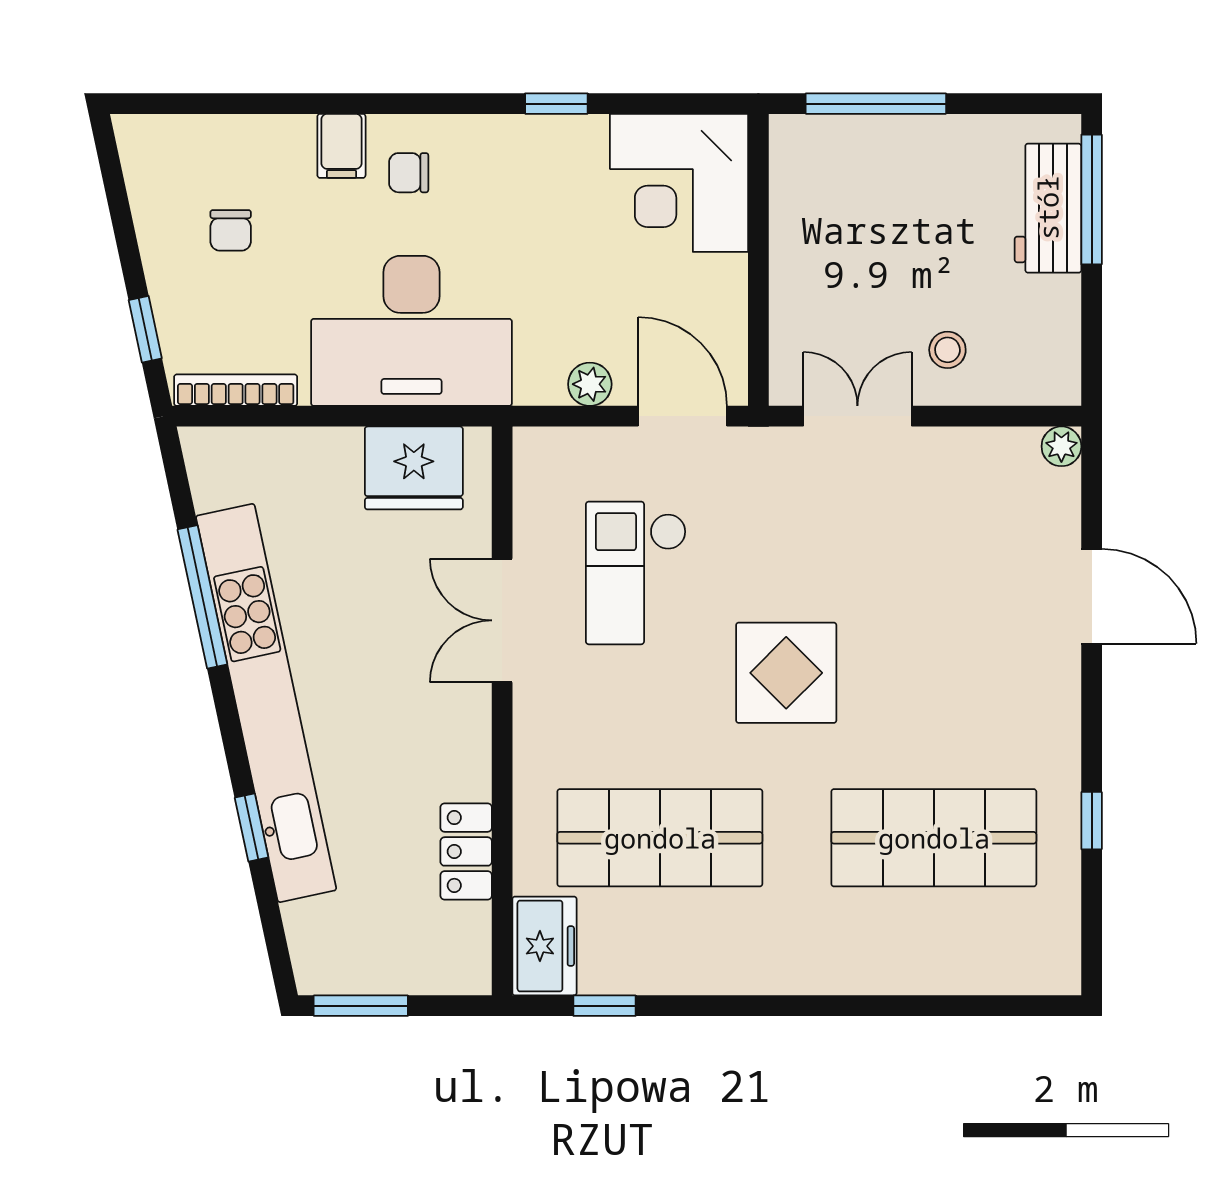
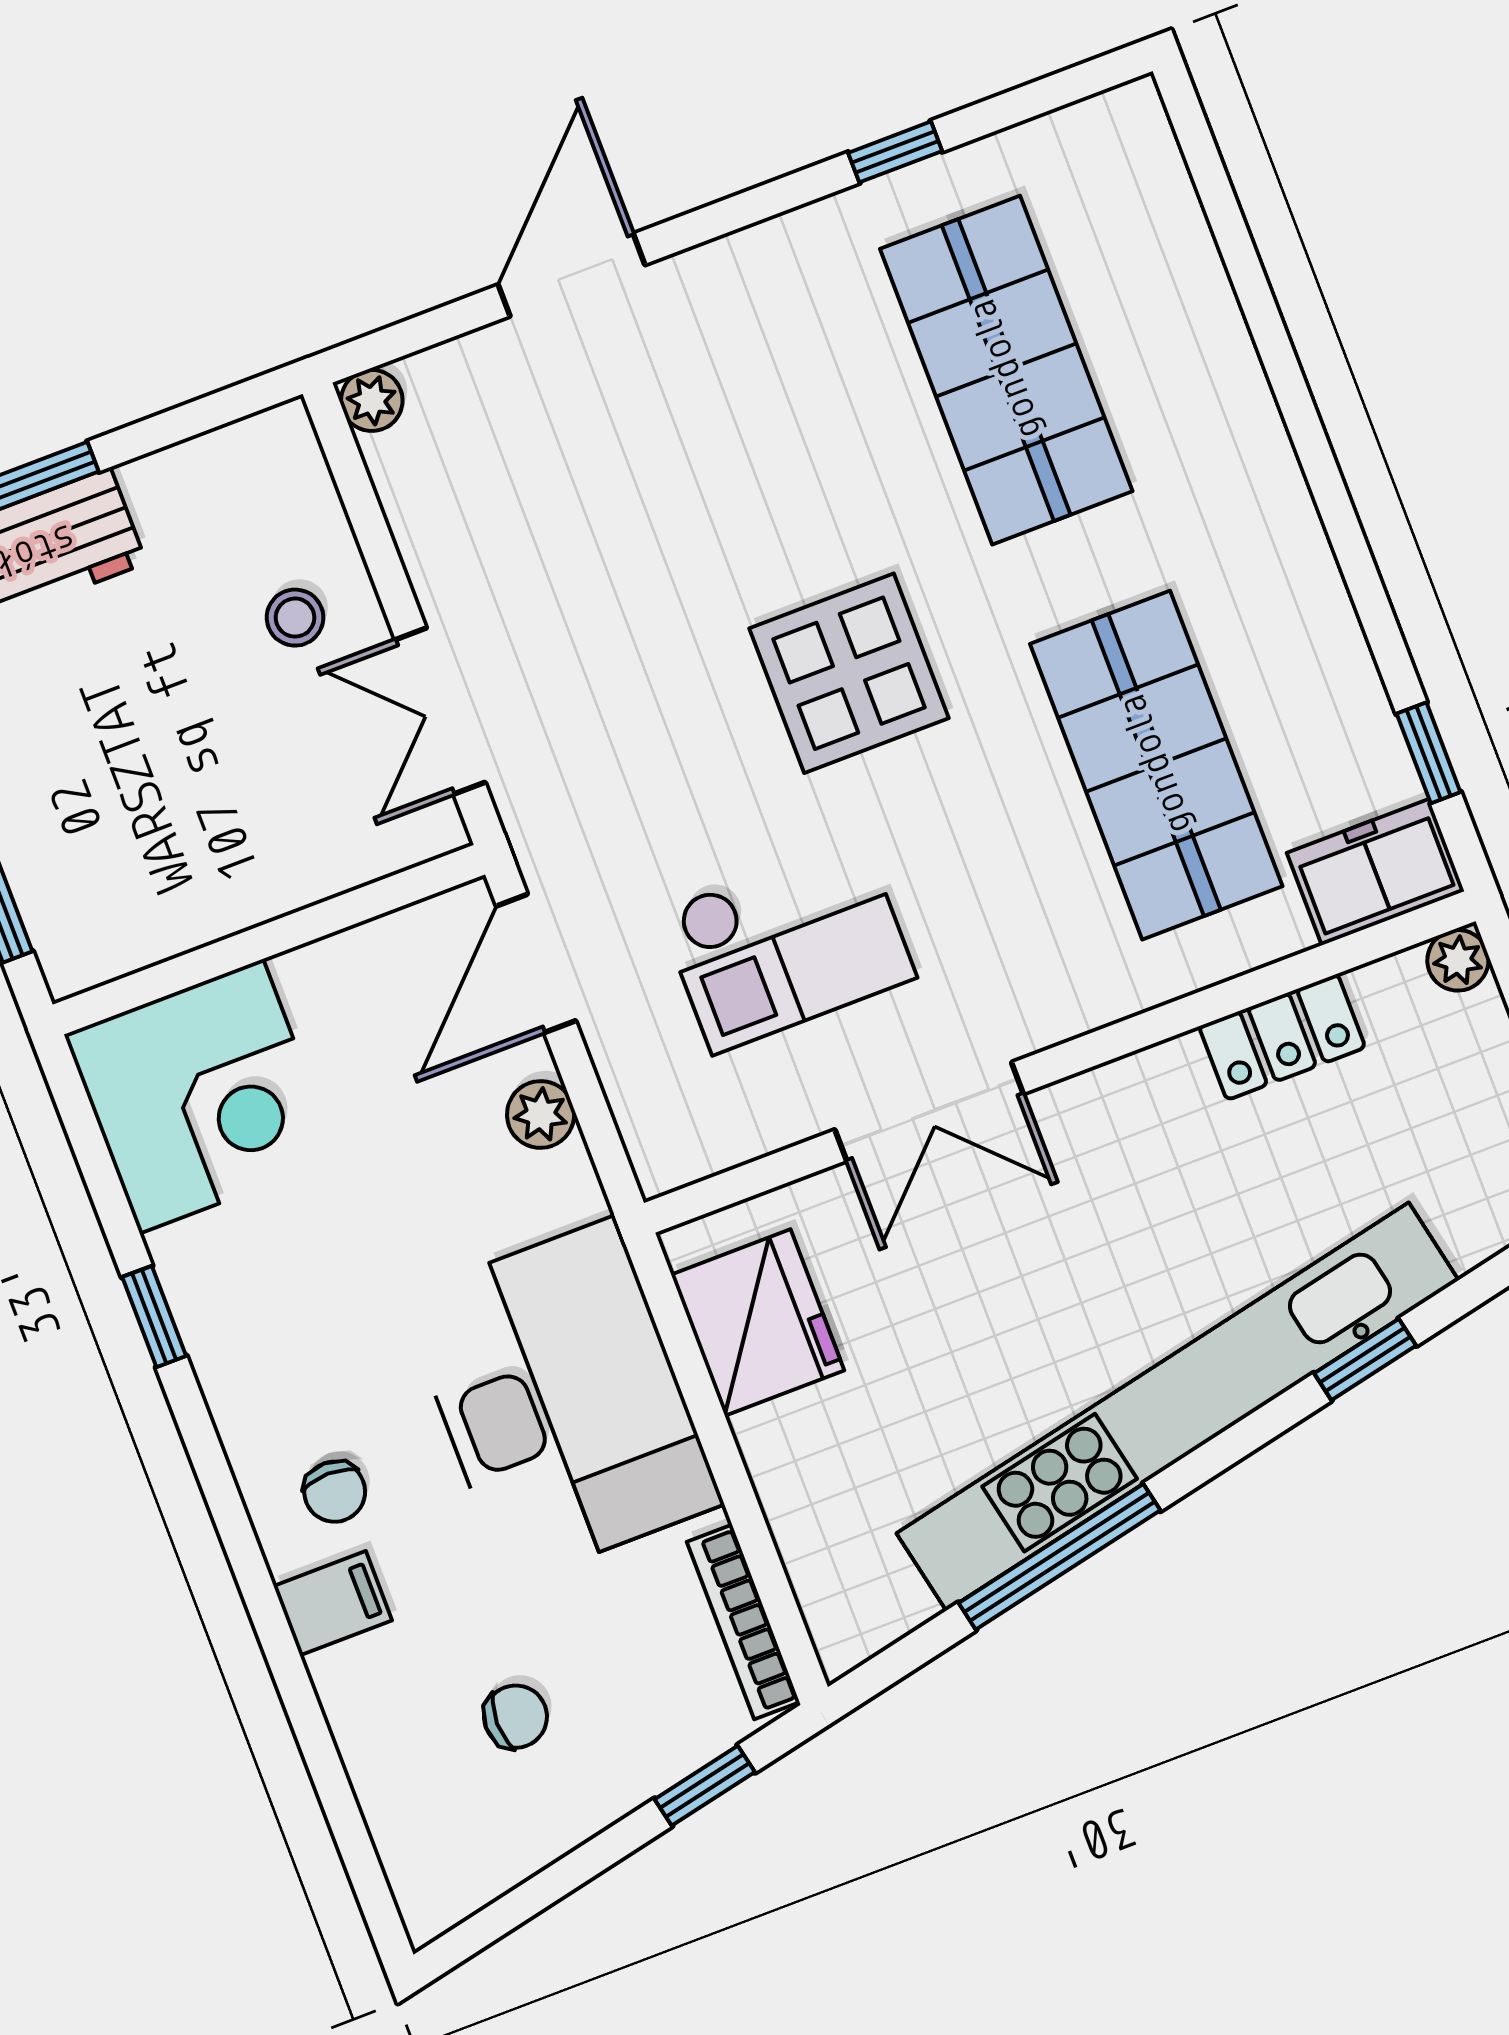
plant: (472, 976) -> (1458, 960), added

